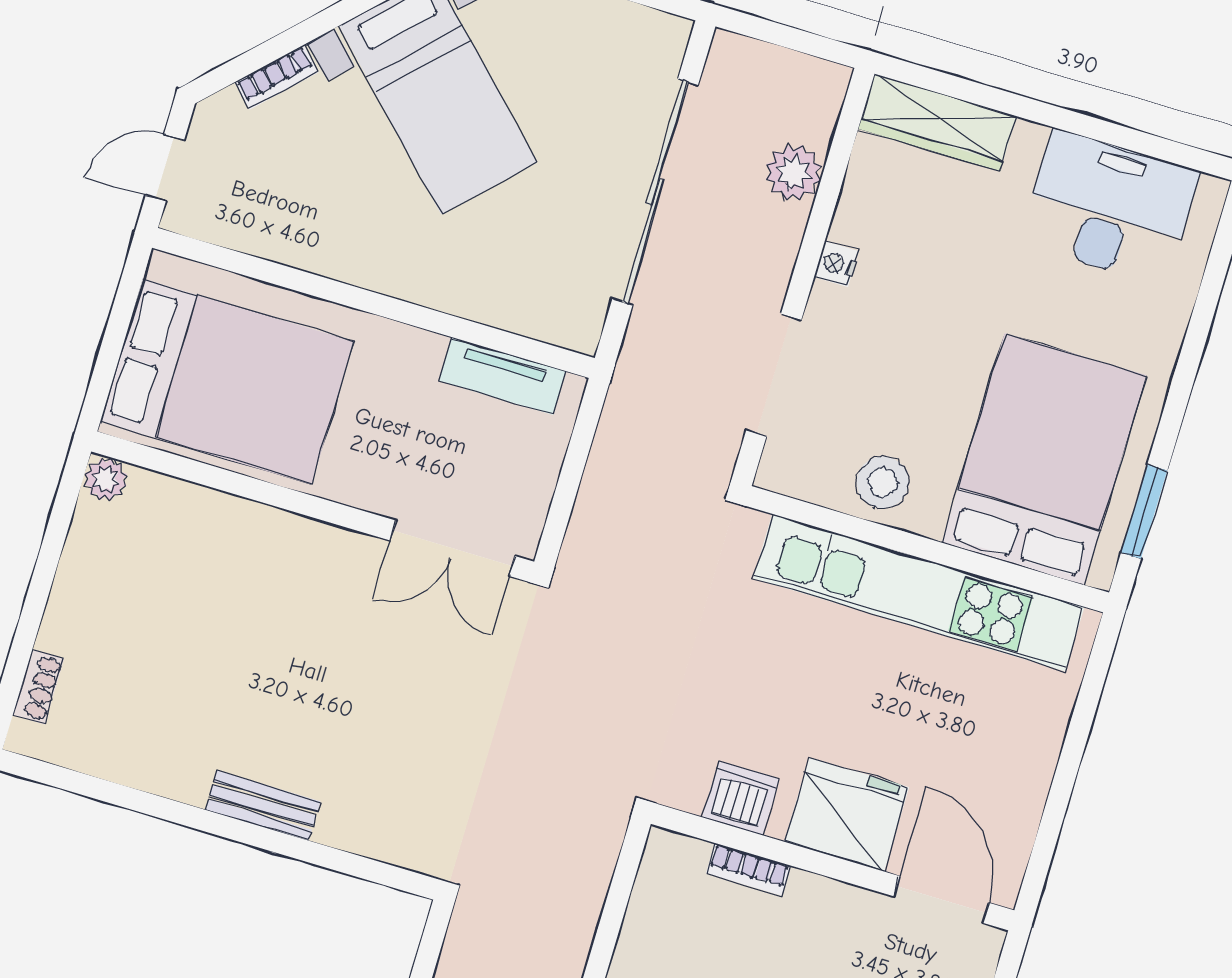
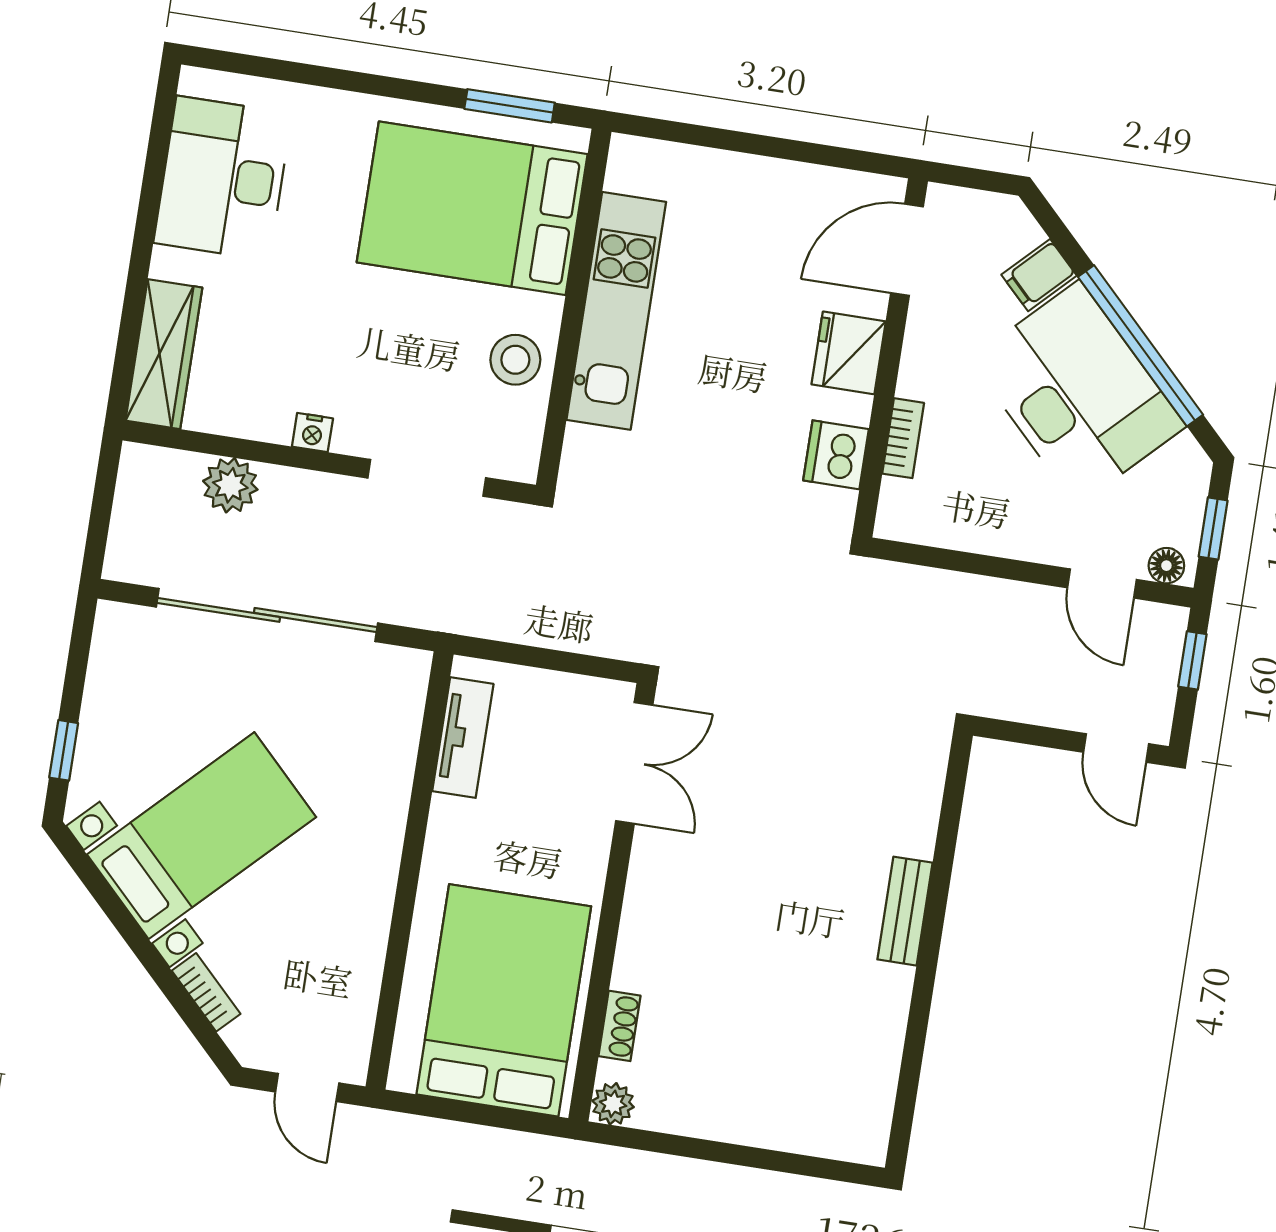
kitchen unit: (919, 593) -> (616, 311), width x0.73
shoe rack: (38, 687) -> (619, 1026), moved, turned 90
fridge: (847, 814) -> (849, 353), width x0.73, depth x0.75

